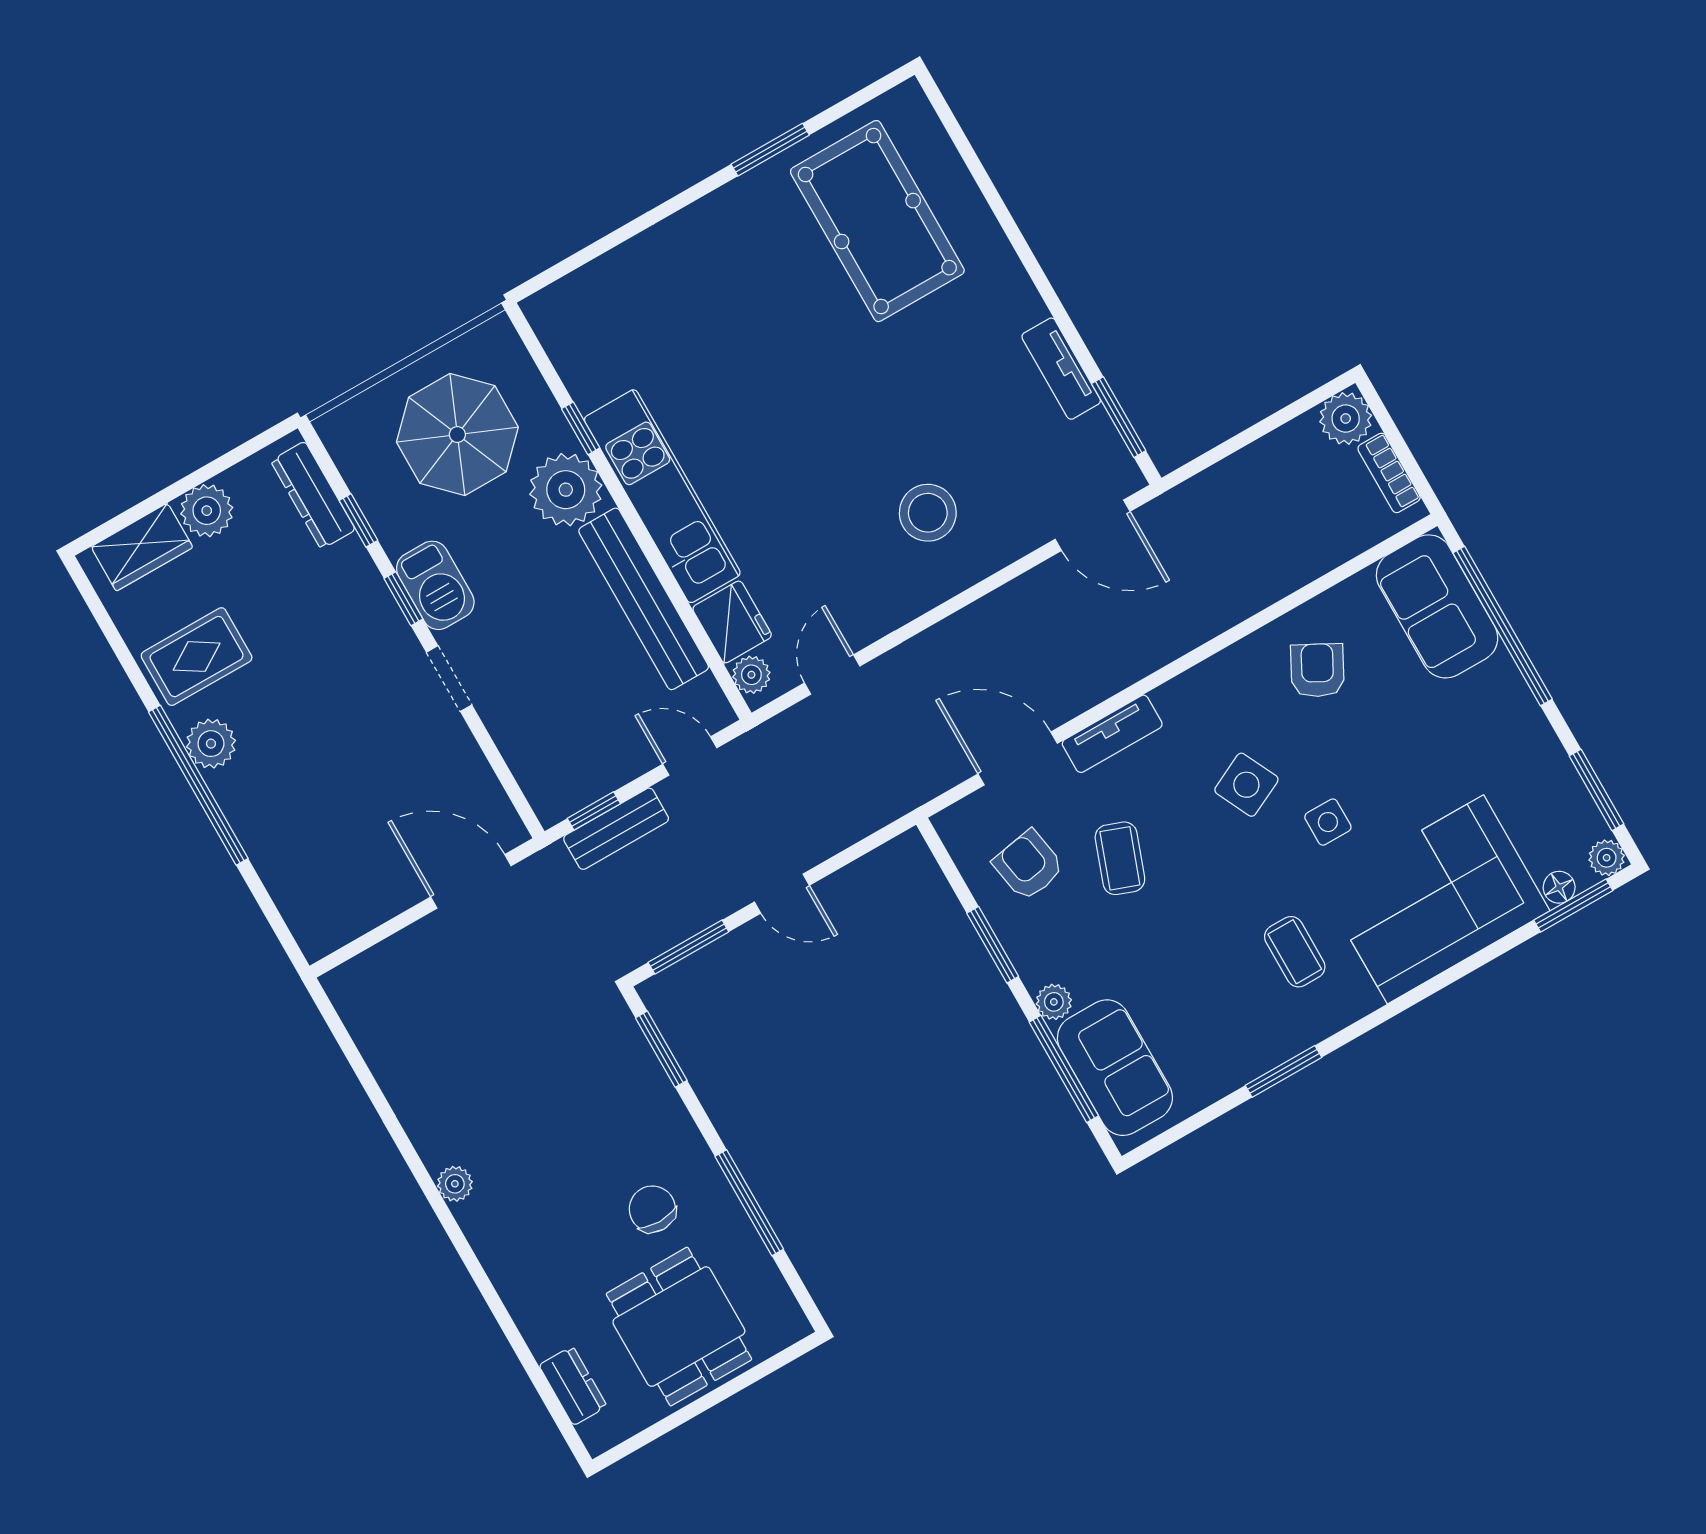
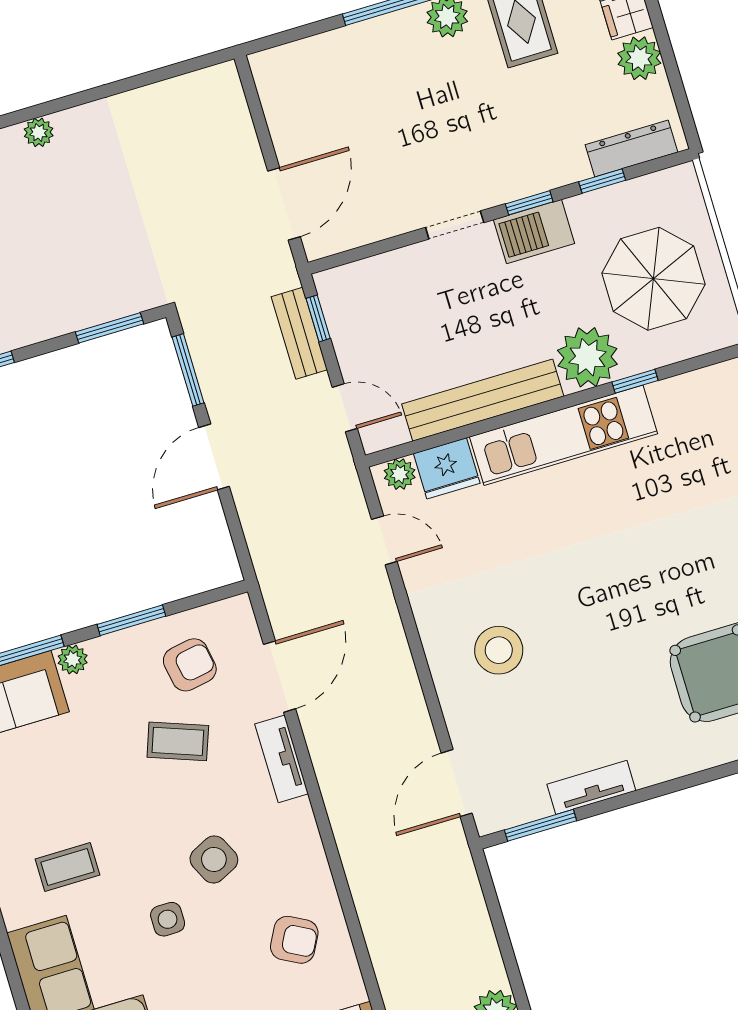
door: (690, 756) -> (345, 408), hinge flipped
door: (782, 894) -> (214, 457), width x1.38

